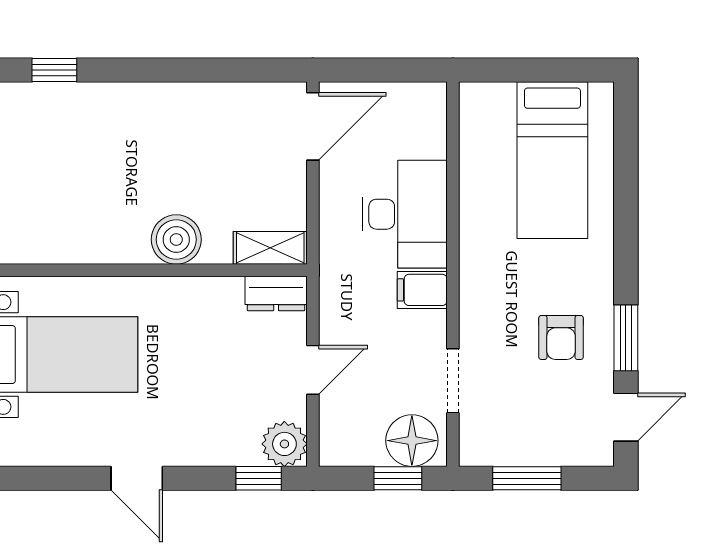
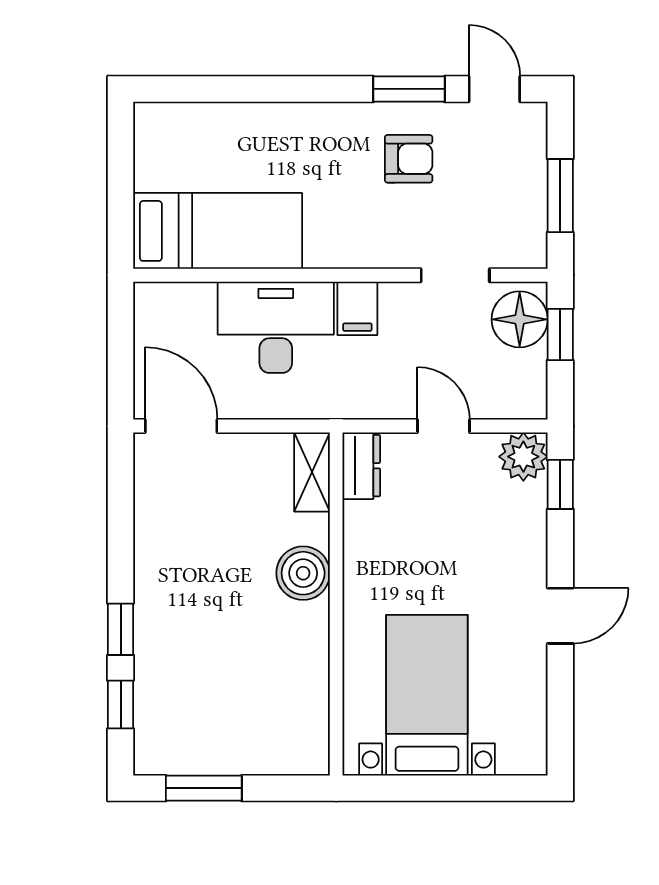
window: (124, 70) -> (121, 629), added
bed: (552, 160) -> (218, 231), moved

